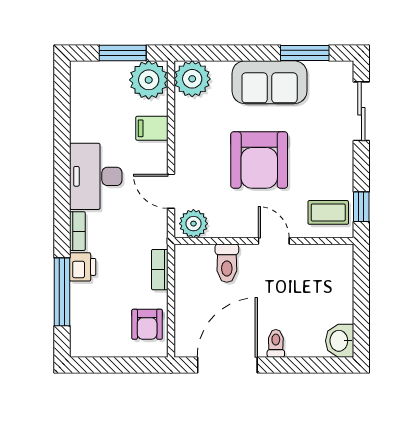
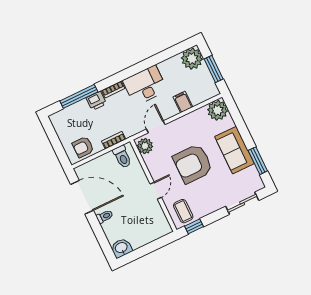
plant: (149, 80) -> (192, 59), moved
toilet: (227, 263) -> (122, 157), moved, turned -90

